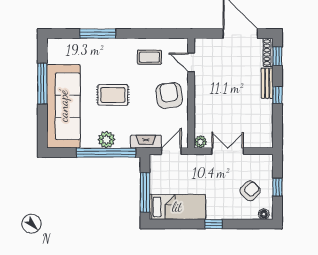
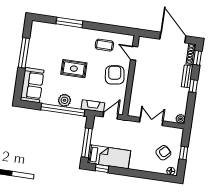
sofa: (63, 106) -> (32, 85), width x0.54, depth x0.79
plant: (200, 142) -> (181, 119), moved
window: (214, 224) -> (102, 168), moved

